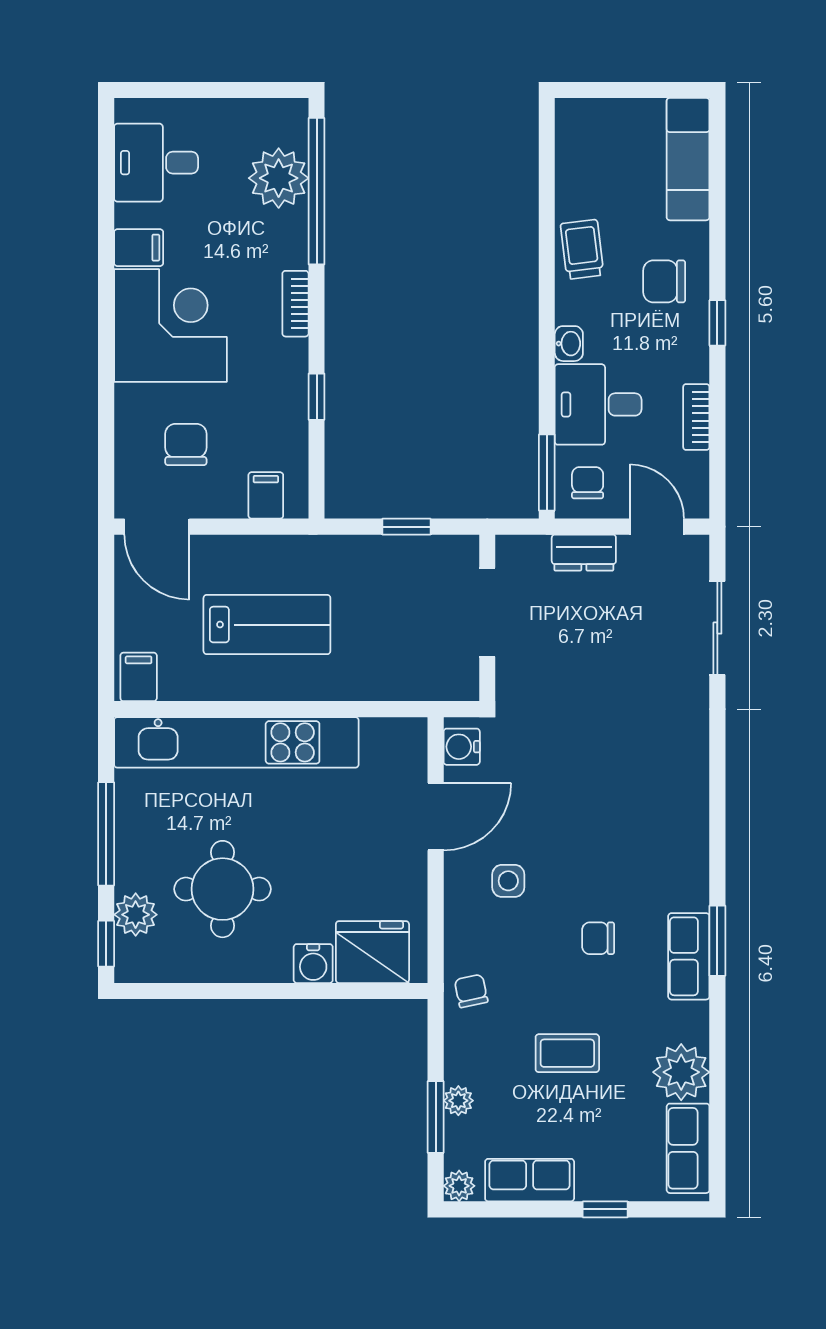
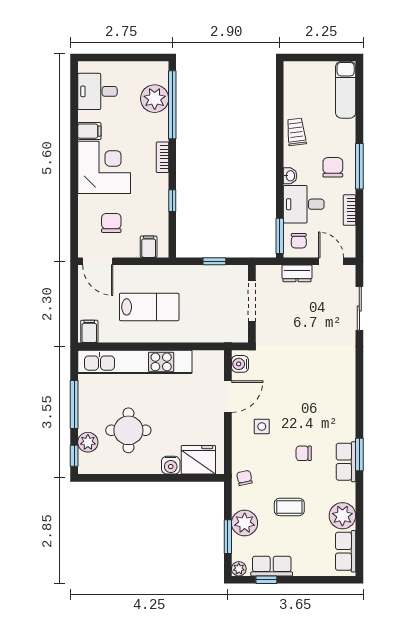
chair: (664, 281) -> (333, 167), moved, turned 90
window: (717, 323) -> (359, 166), width x2.17
chair: (588, 483) -> (299, 241), turned 180
plant: (458, 1101) -> (245, 523), width x1.88, depth x1.88
window: (605, 1209) -> (266, 580), moved

